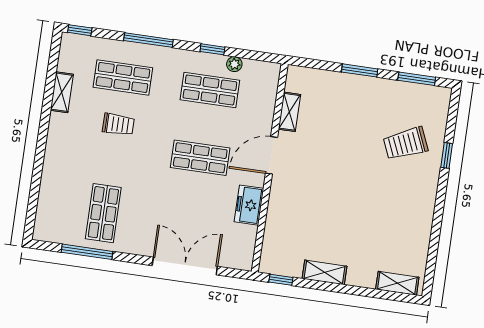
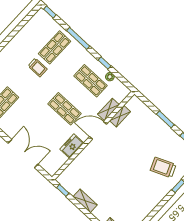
shop shelf: (123, 77) -> (55, 47), turned 90
shelving: (62, 92) -> (108, 109), moved

